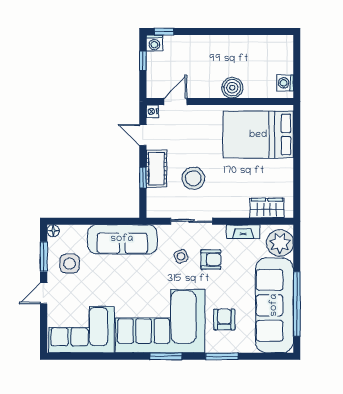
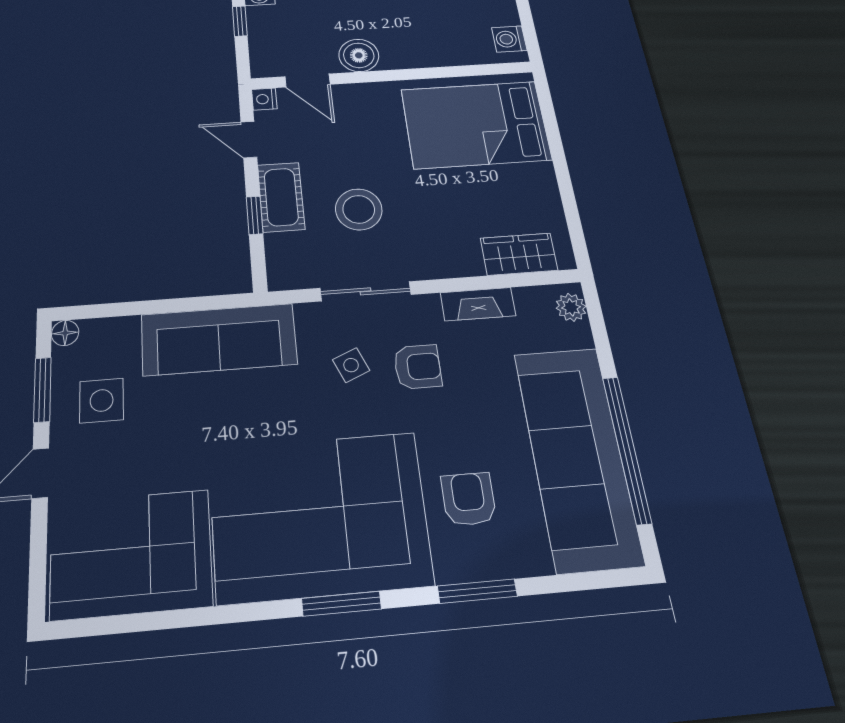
boiler: (232, 88) -> (359, 55), moved
door: (175, 102) -> (308, 80), swing flipped
plant: (280, 243) -> (571, 307), width x0.53, depth x0.53

